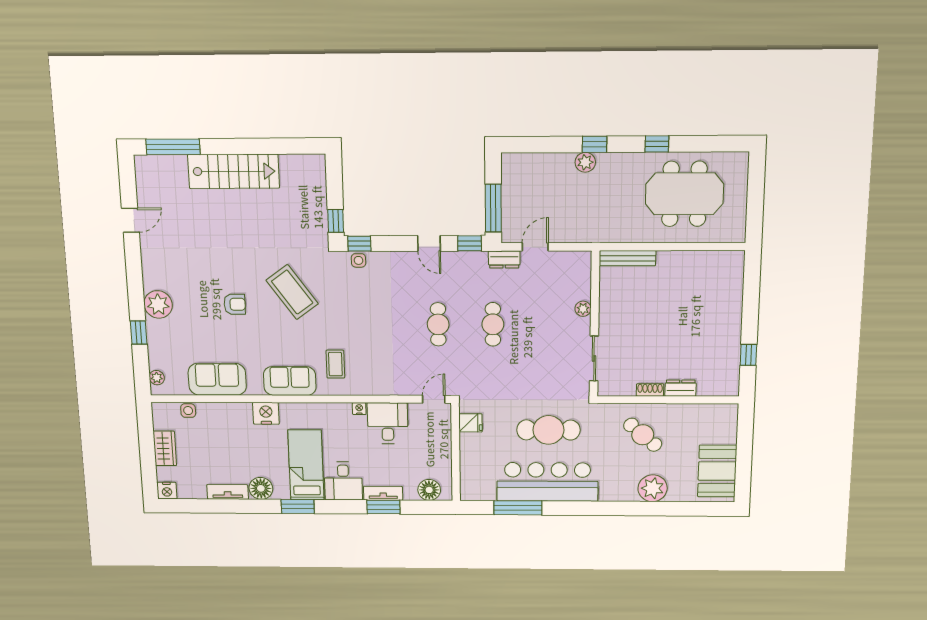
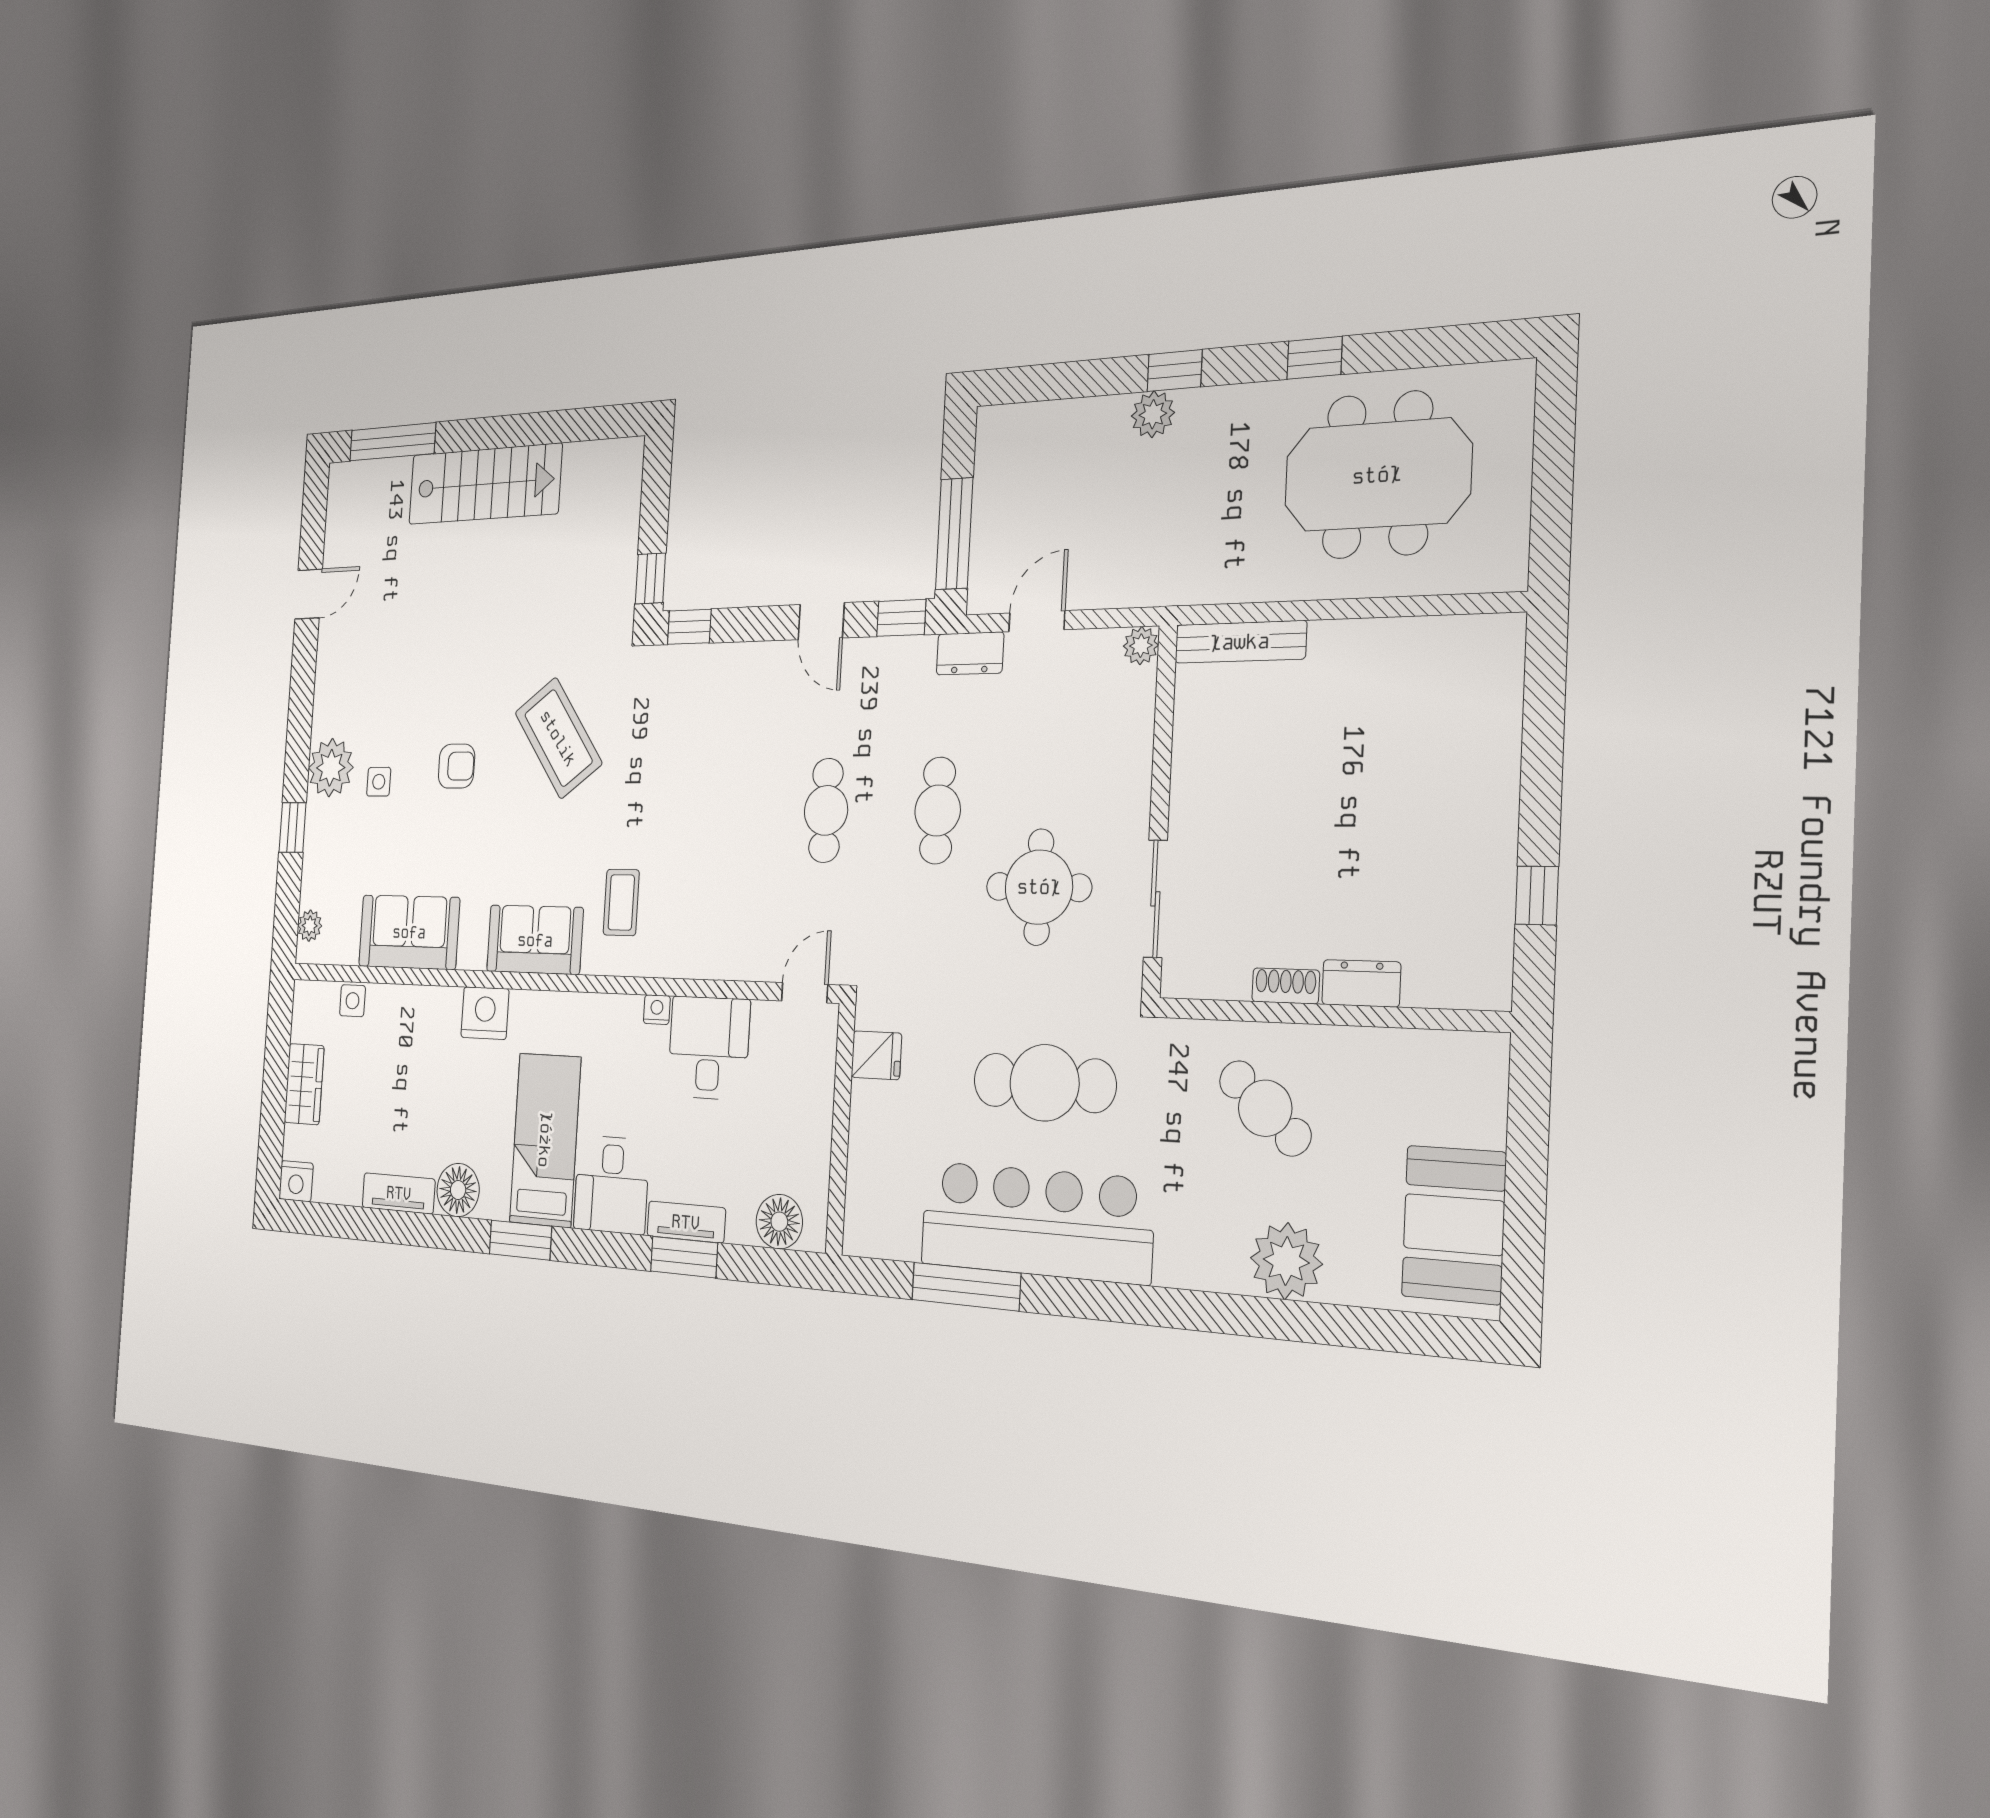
side table: (359, 260) -> (379, 782), moved
plant: (583, 309) -> (1141, 646), moved
round table: (542, 355) -> (1039, 887), added

